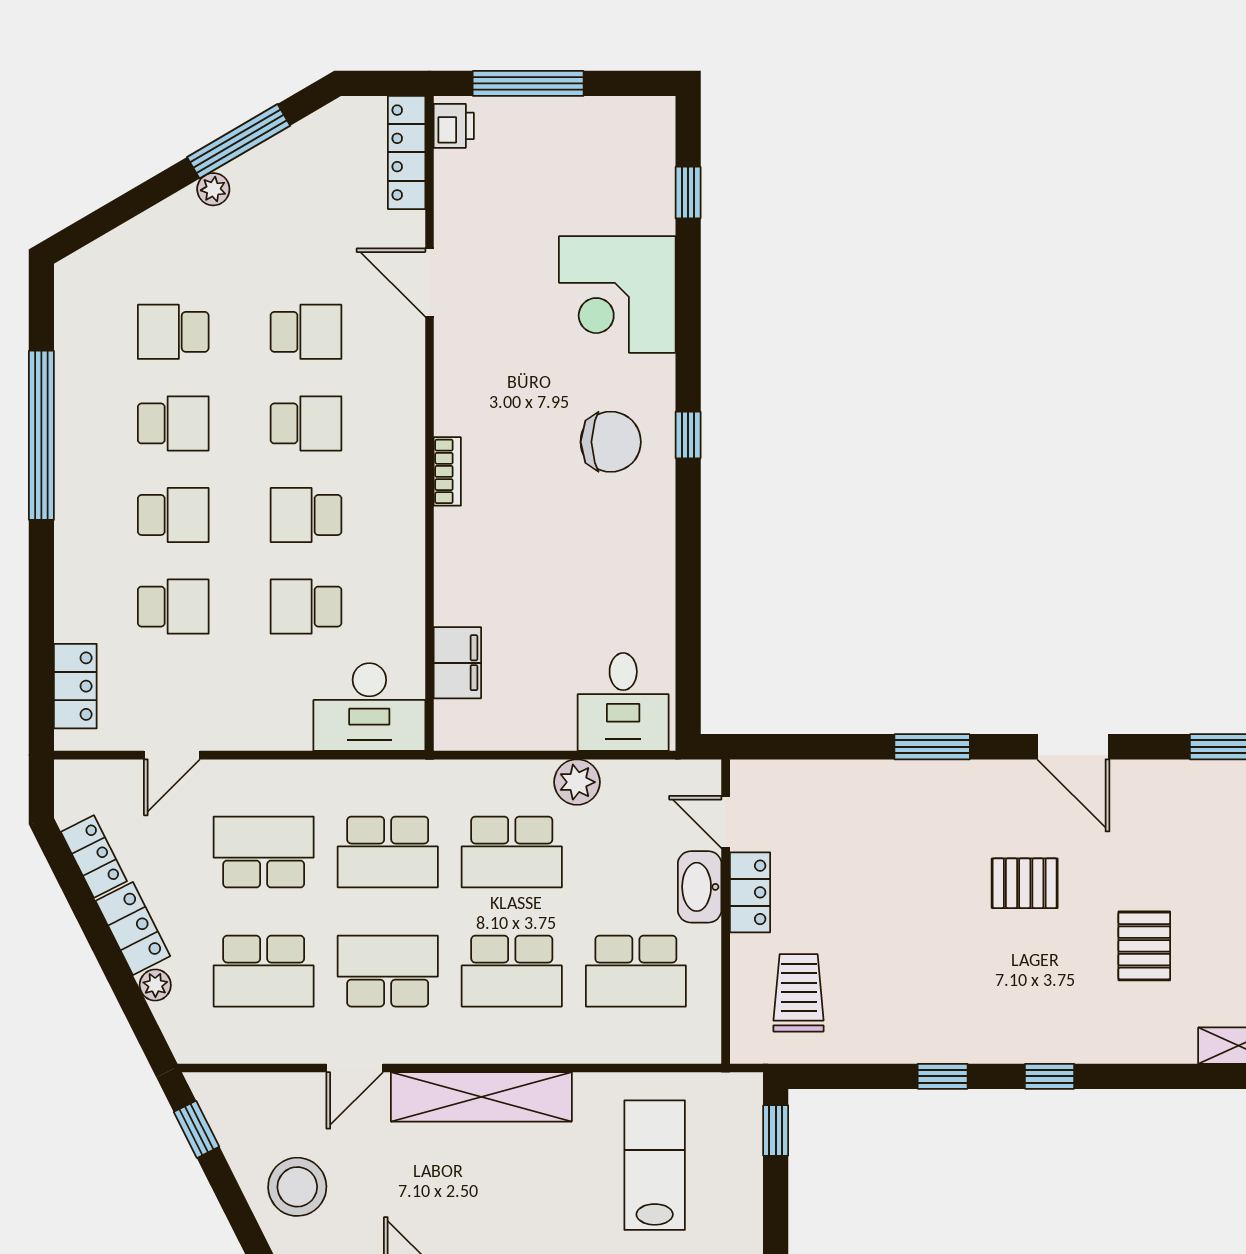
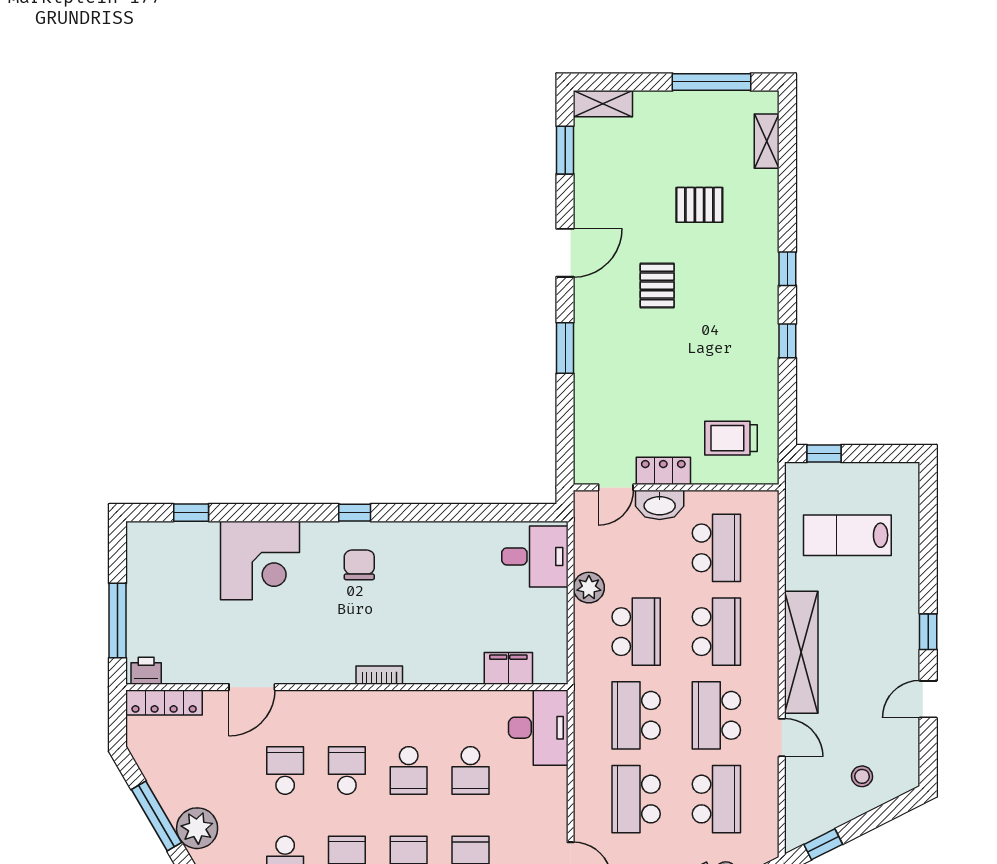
plant: (213, 189) -> (197, 828), width x1.88, depth x1.88
chair: (611, 442) -> (359, 565), width x0.73, depth x0.73
school desk: (388, 852) -> (636, 715), turned 180
stool: (297, 1187) -> (862, 776), width x0.53, depth x0.53

